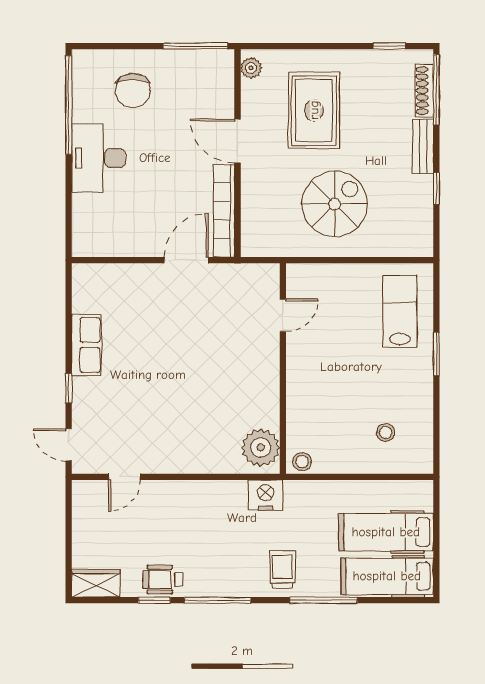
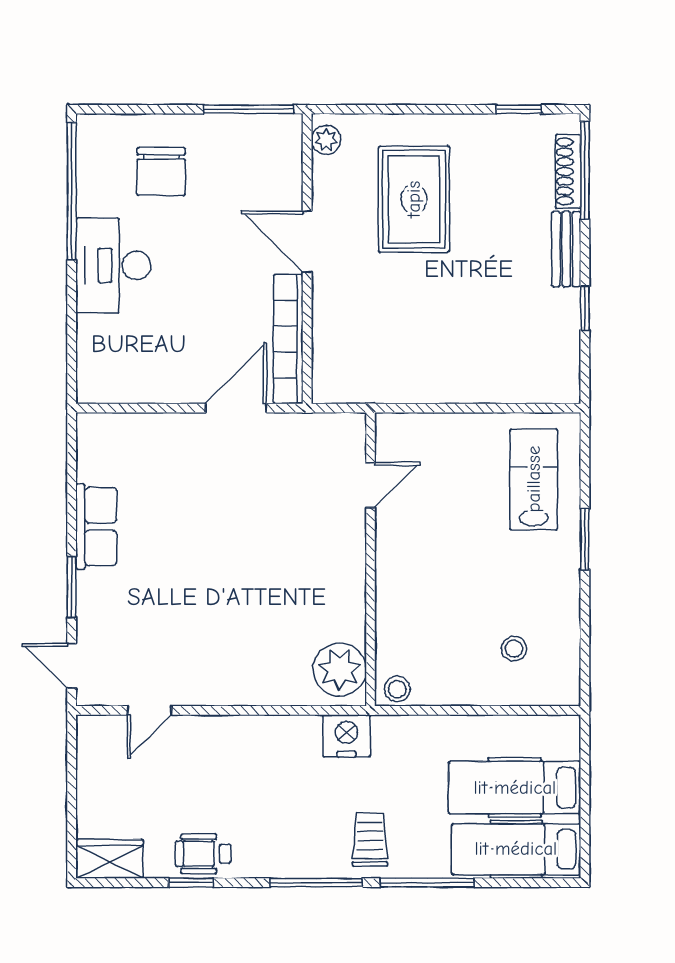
spiral stairs: (335, 204) -> (443, 330), removed
window: (69, 388) -> (72, 587), width x1.50
window: (217, 600) -> (316, 883), moved

